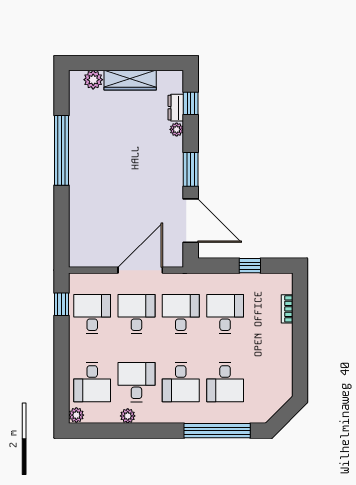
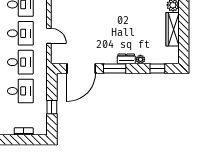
dresser: (176, 108) -> (126, 59), moved
door: (140, 270) -> (49, 36), width x0.53

